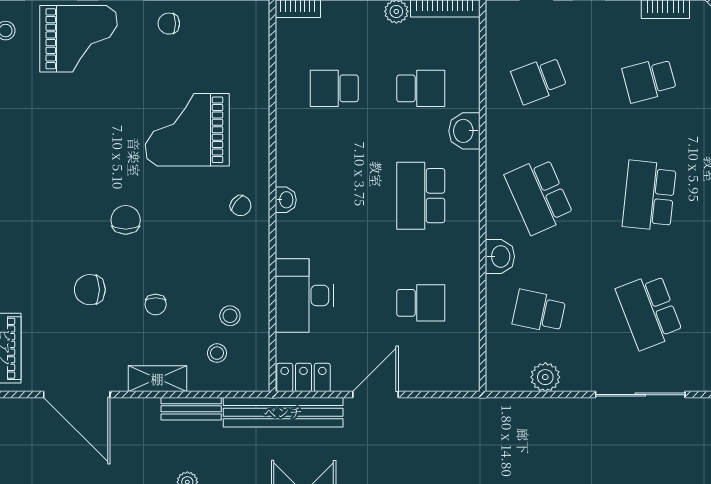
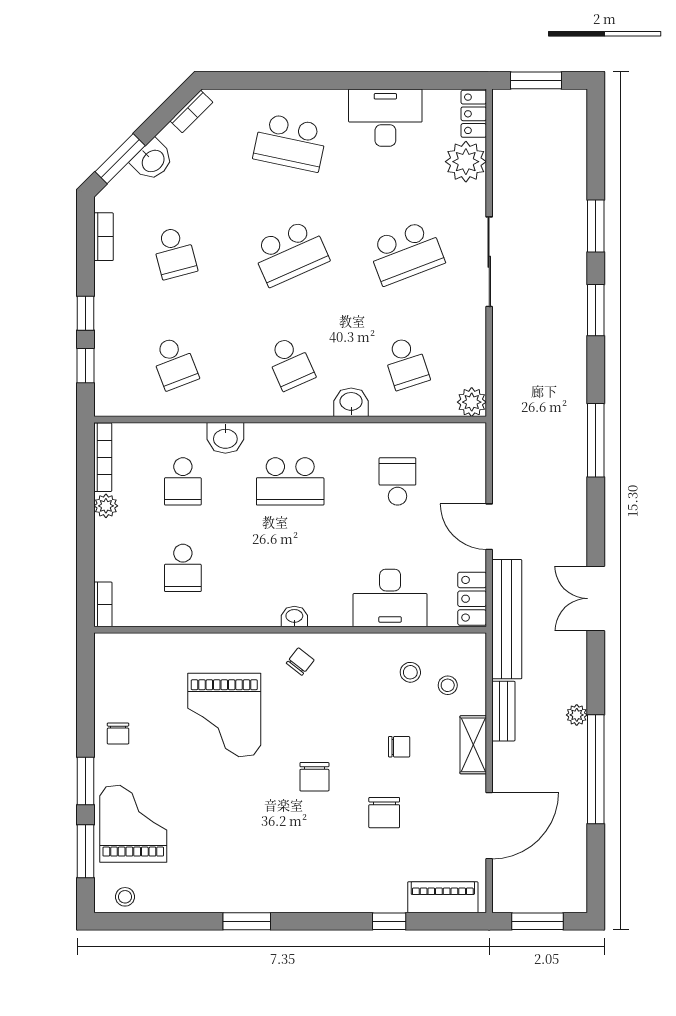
school desk: (421, 88) -> (183, 481), turned 180
school desk: (539, 196) -> (290, 363), width x0.54
school desk: (649, 196) -> (290, 253), turned -30
chair: (126, 220) -> (314, 777), turned -90
school desk: (539, 311) -> (406, 363), turned -30
plant: (545, 377) -> (472, 402), moved

